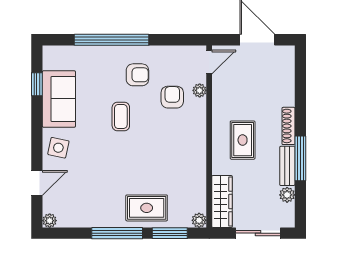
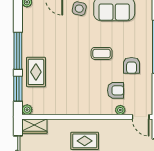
wardrobe: (222, 201) -> (34, 126), width x0.67

